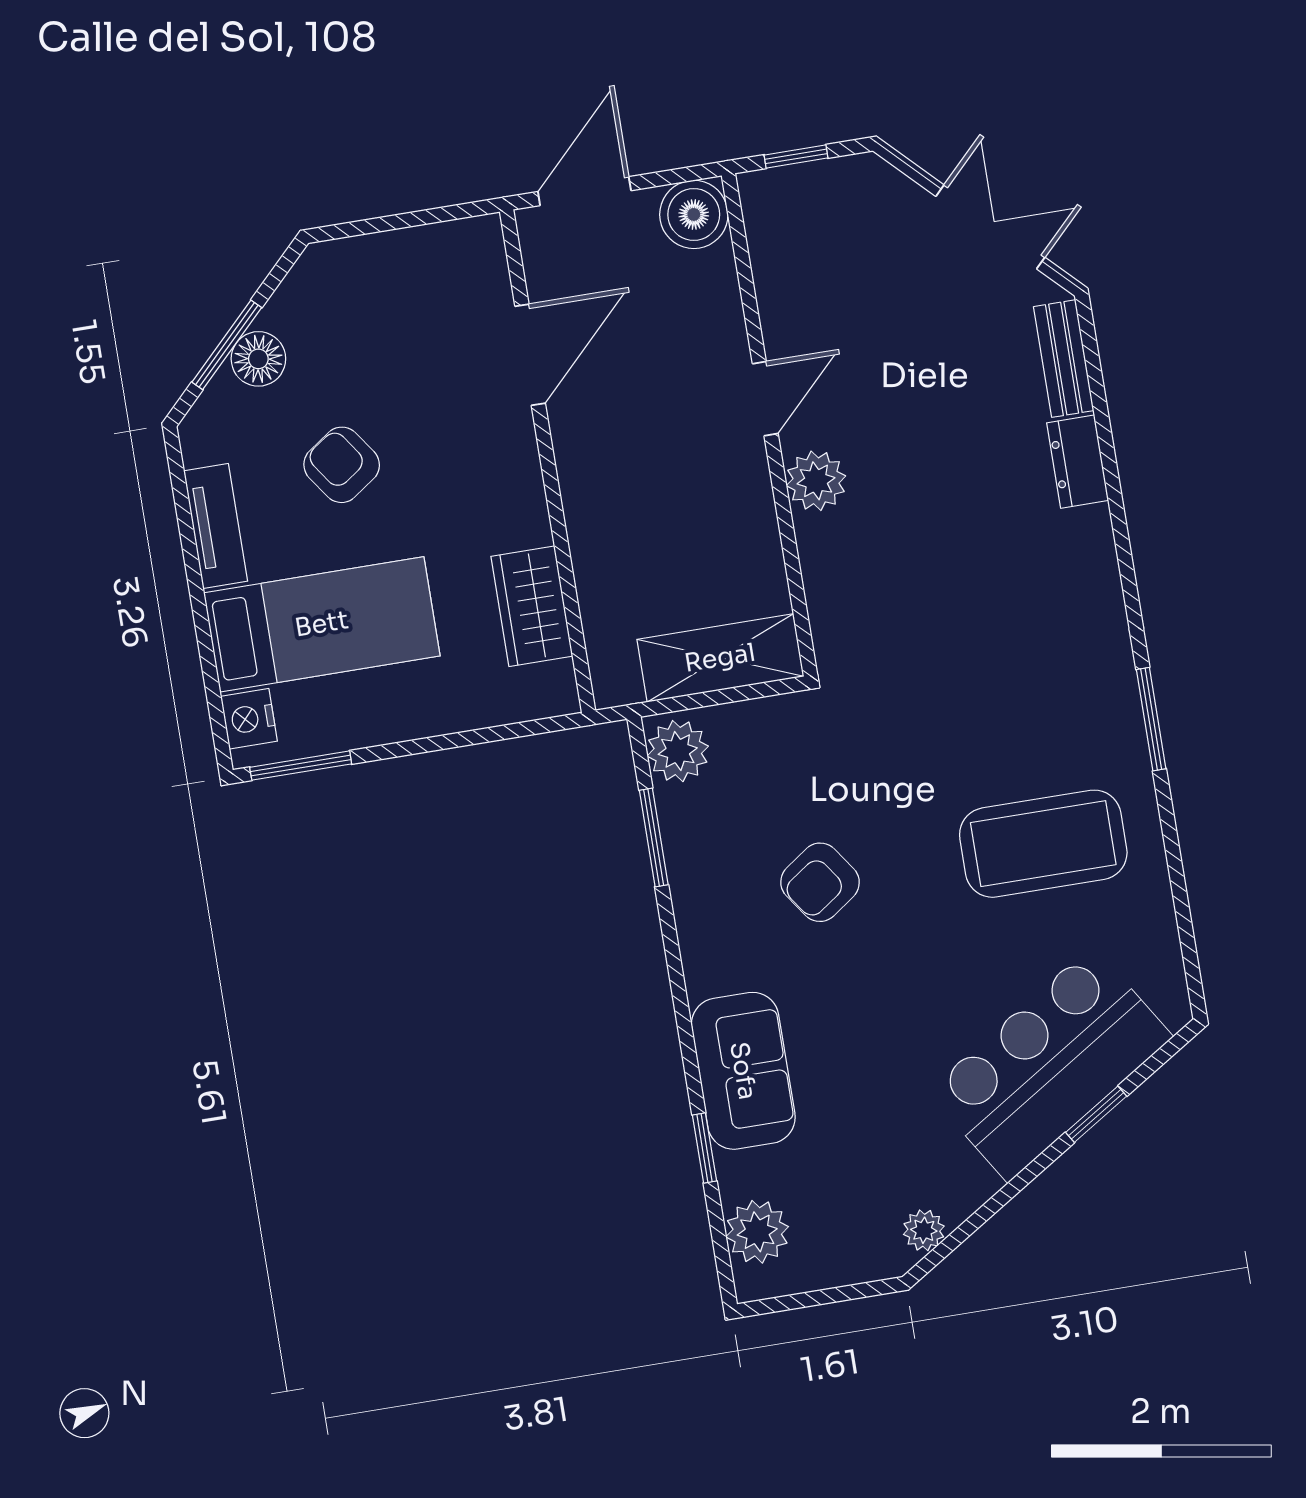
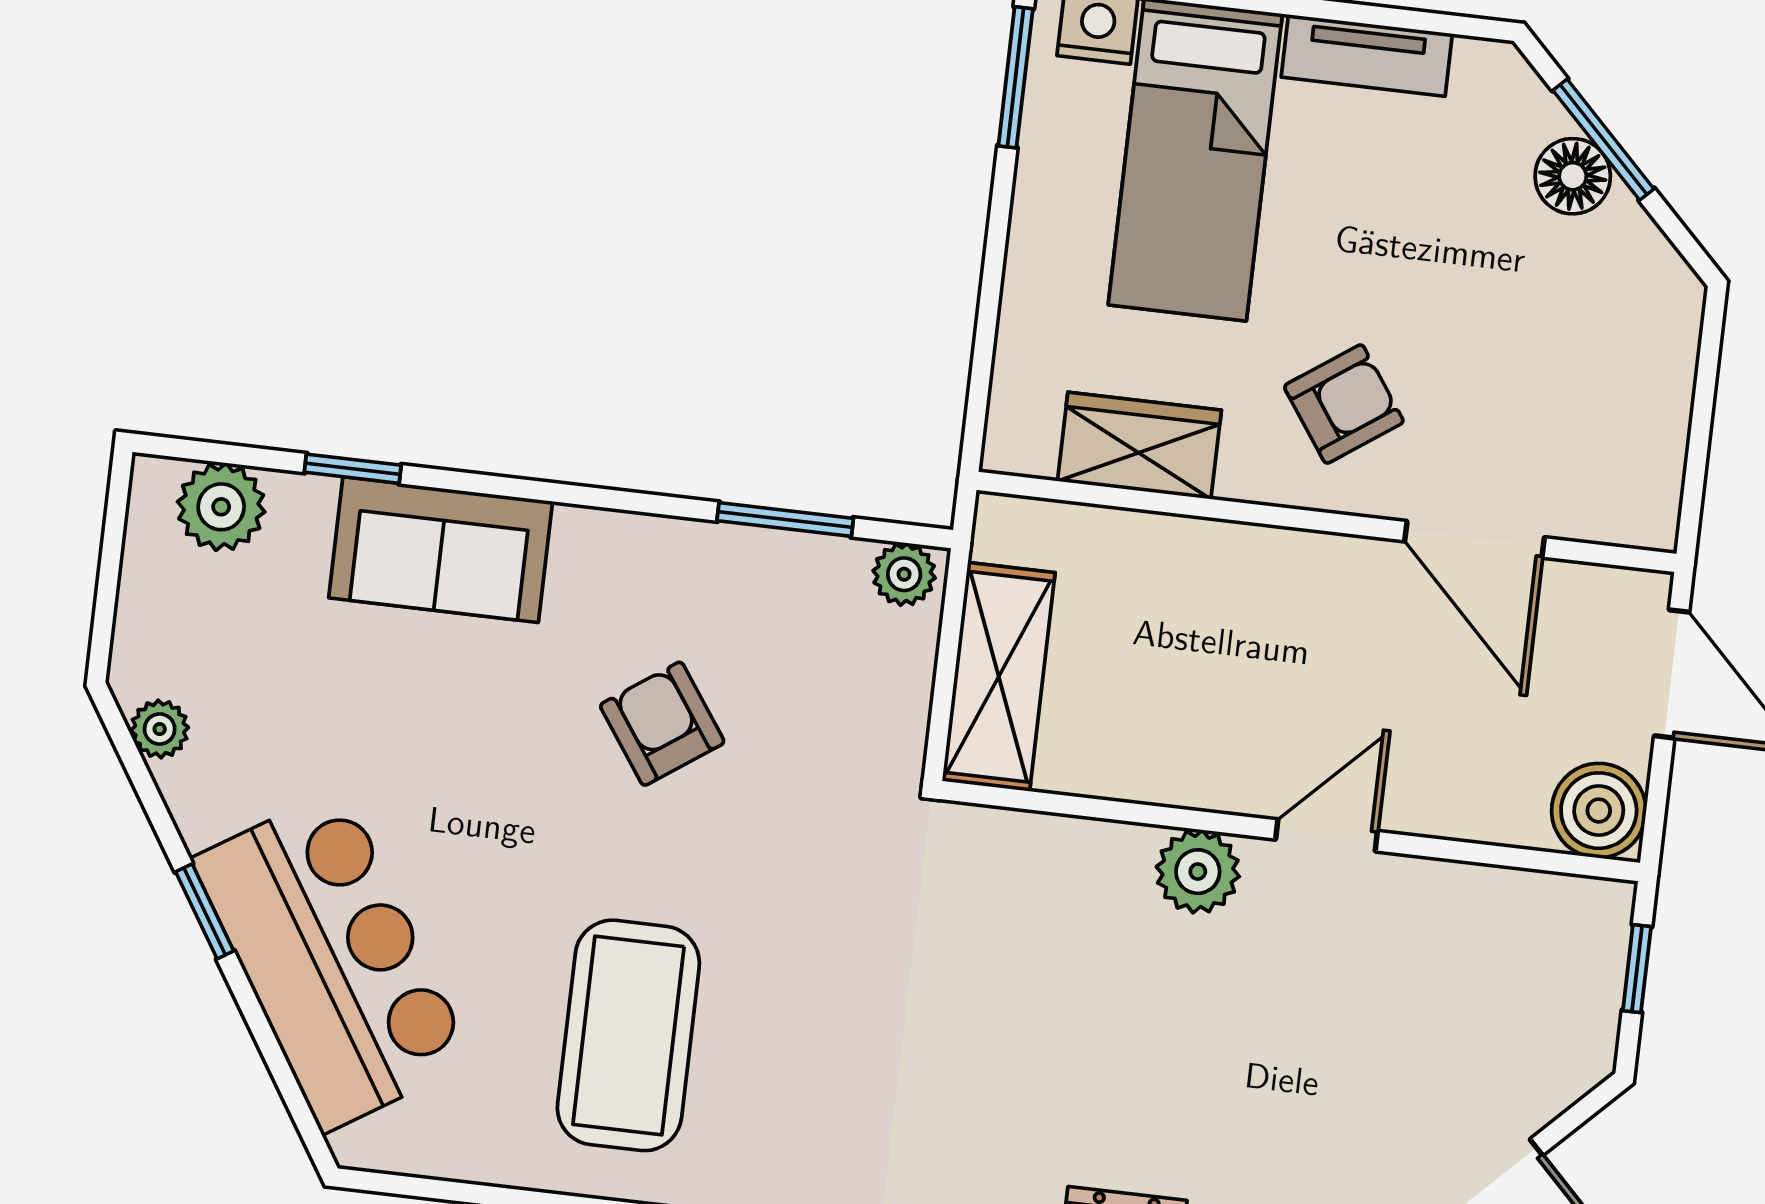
door: (765, 399) -> (1326, 835), swing flipped
armchair: (342, 465) -> (1344, 404), moved
plant: (678, 751) -> (904, 574), width x0.73, depth x0.73
window: (1096, 1114) -> (205, 911), moved

